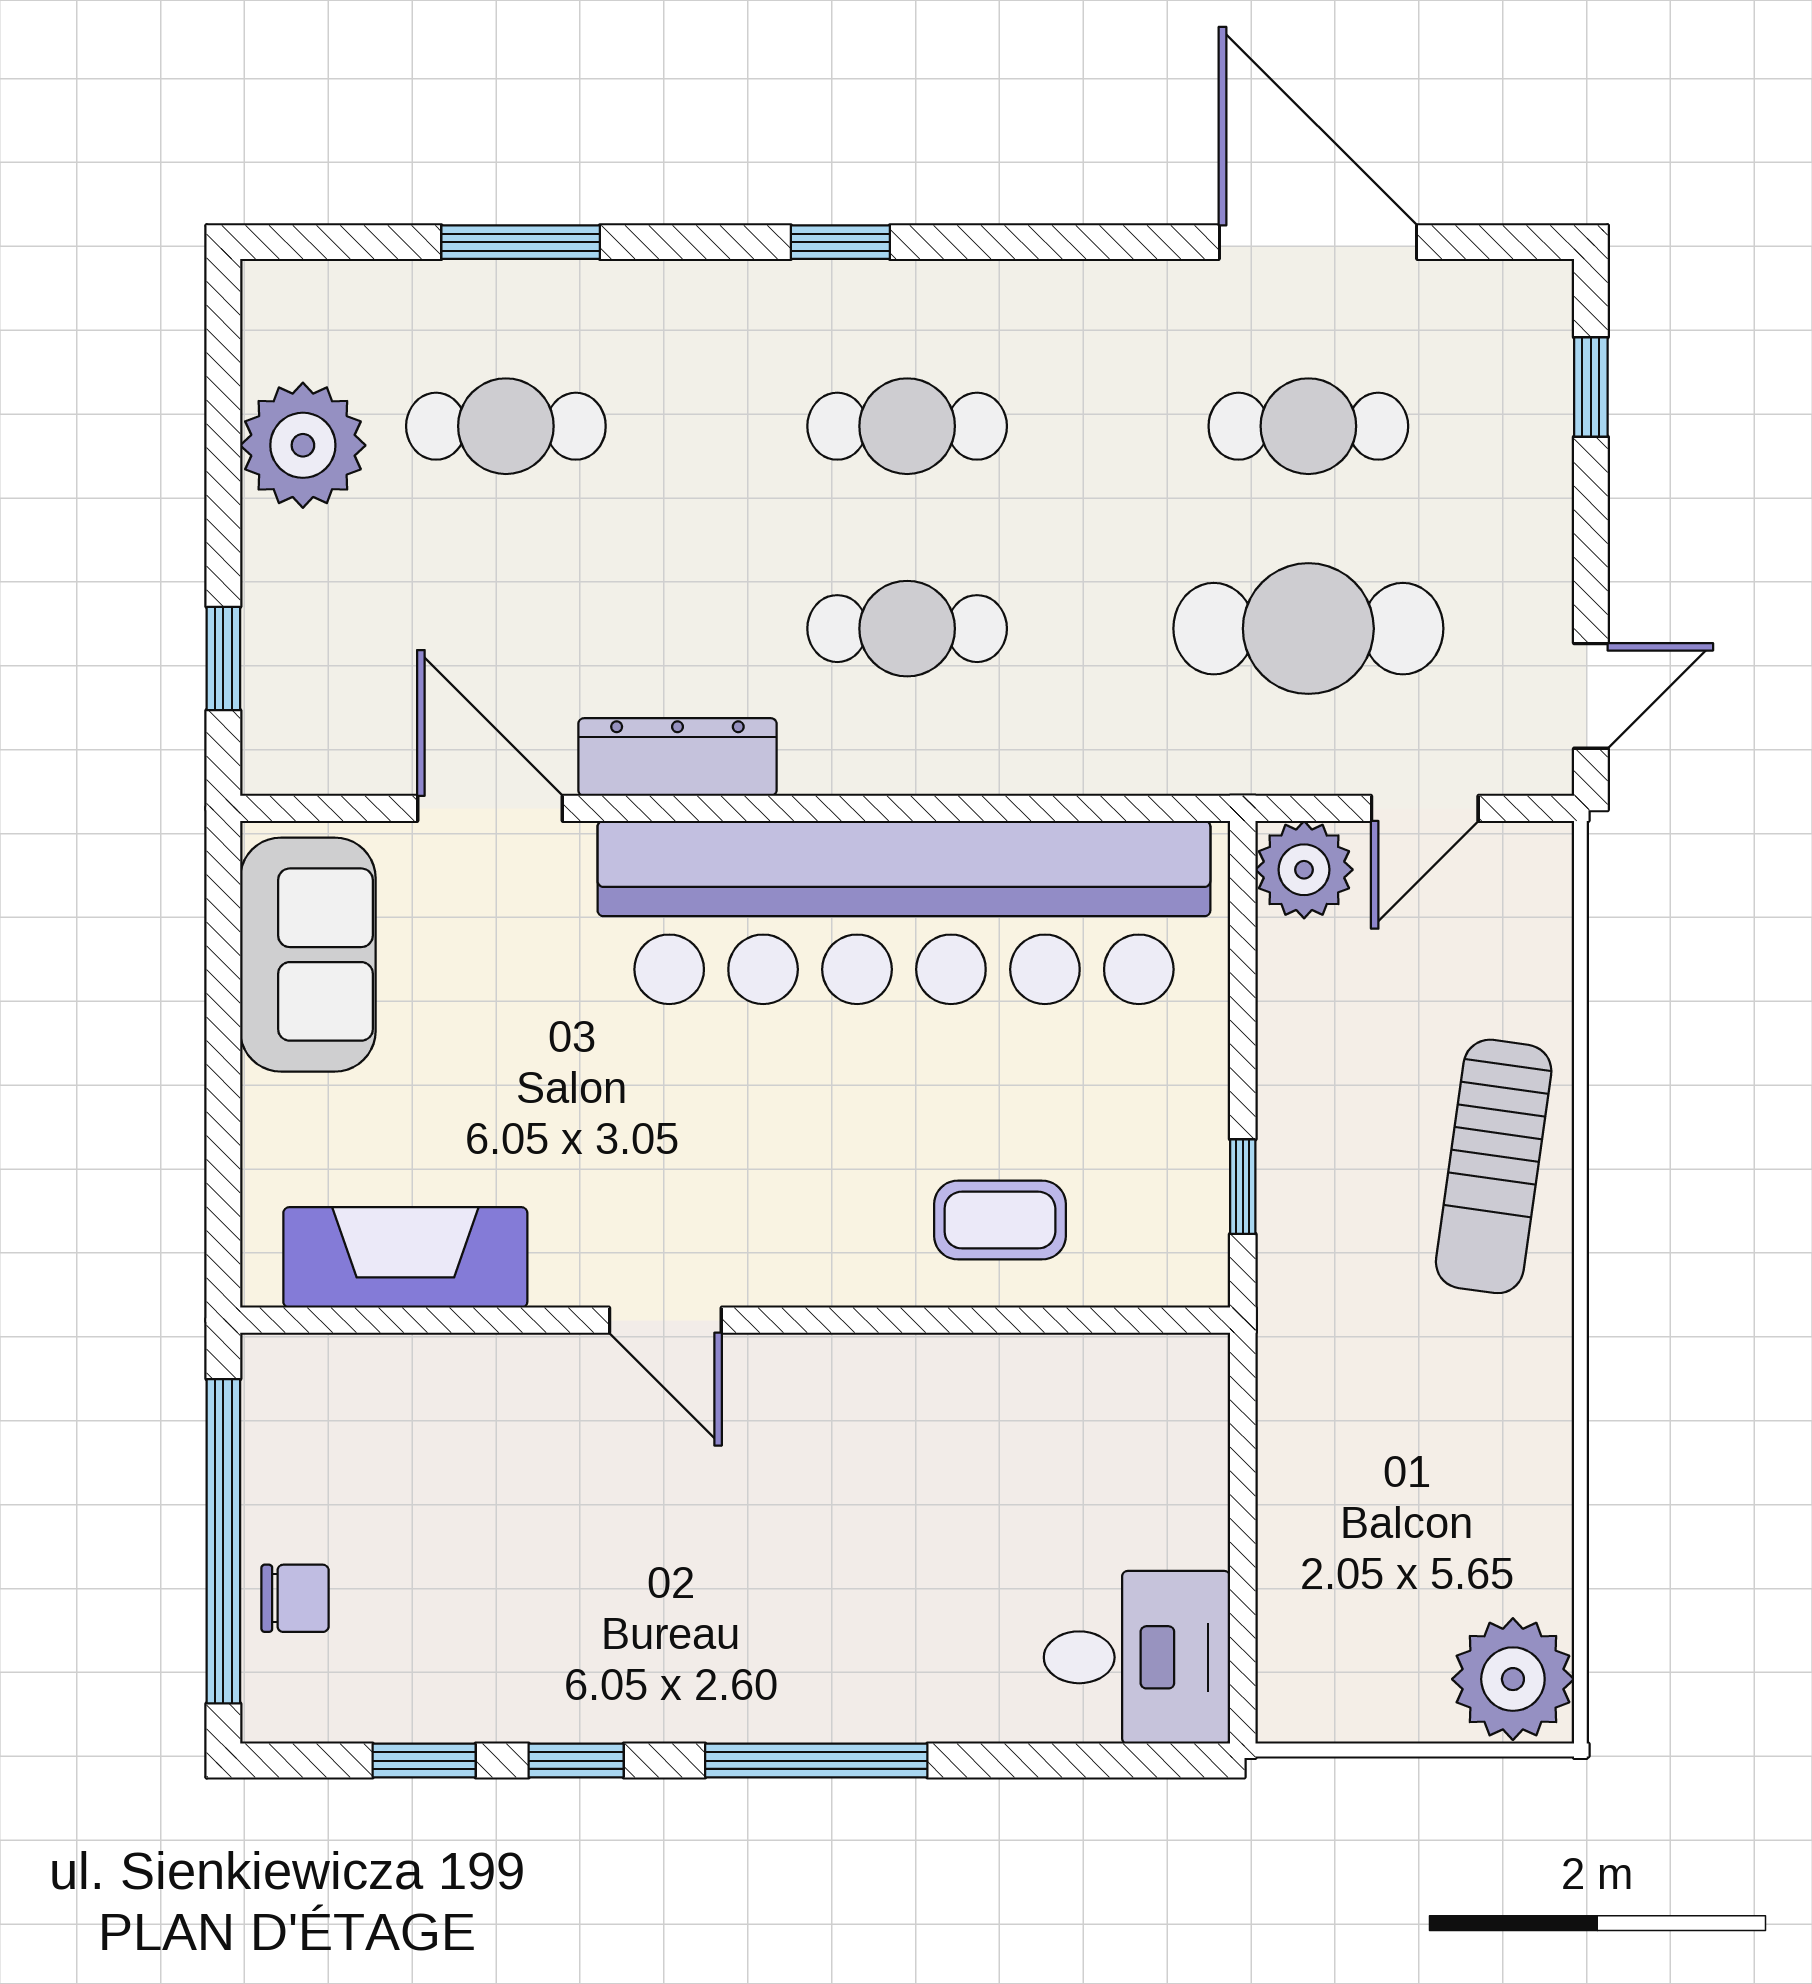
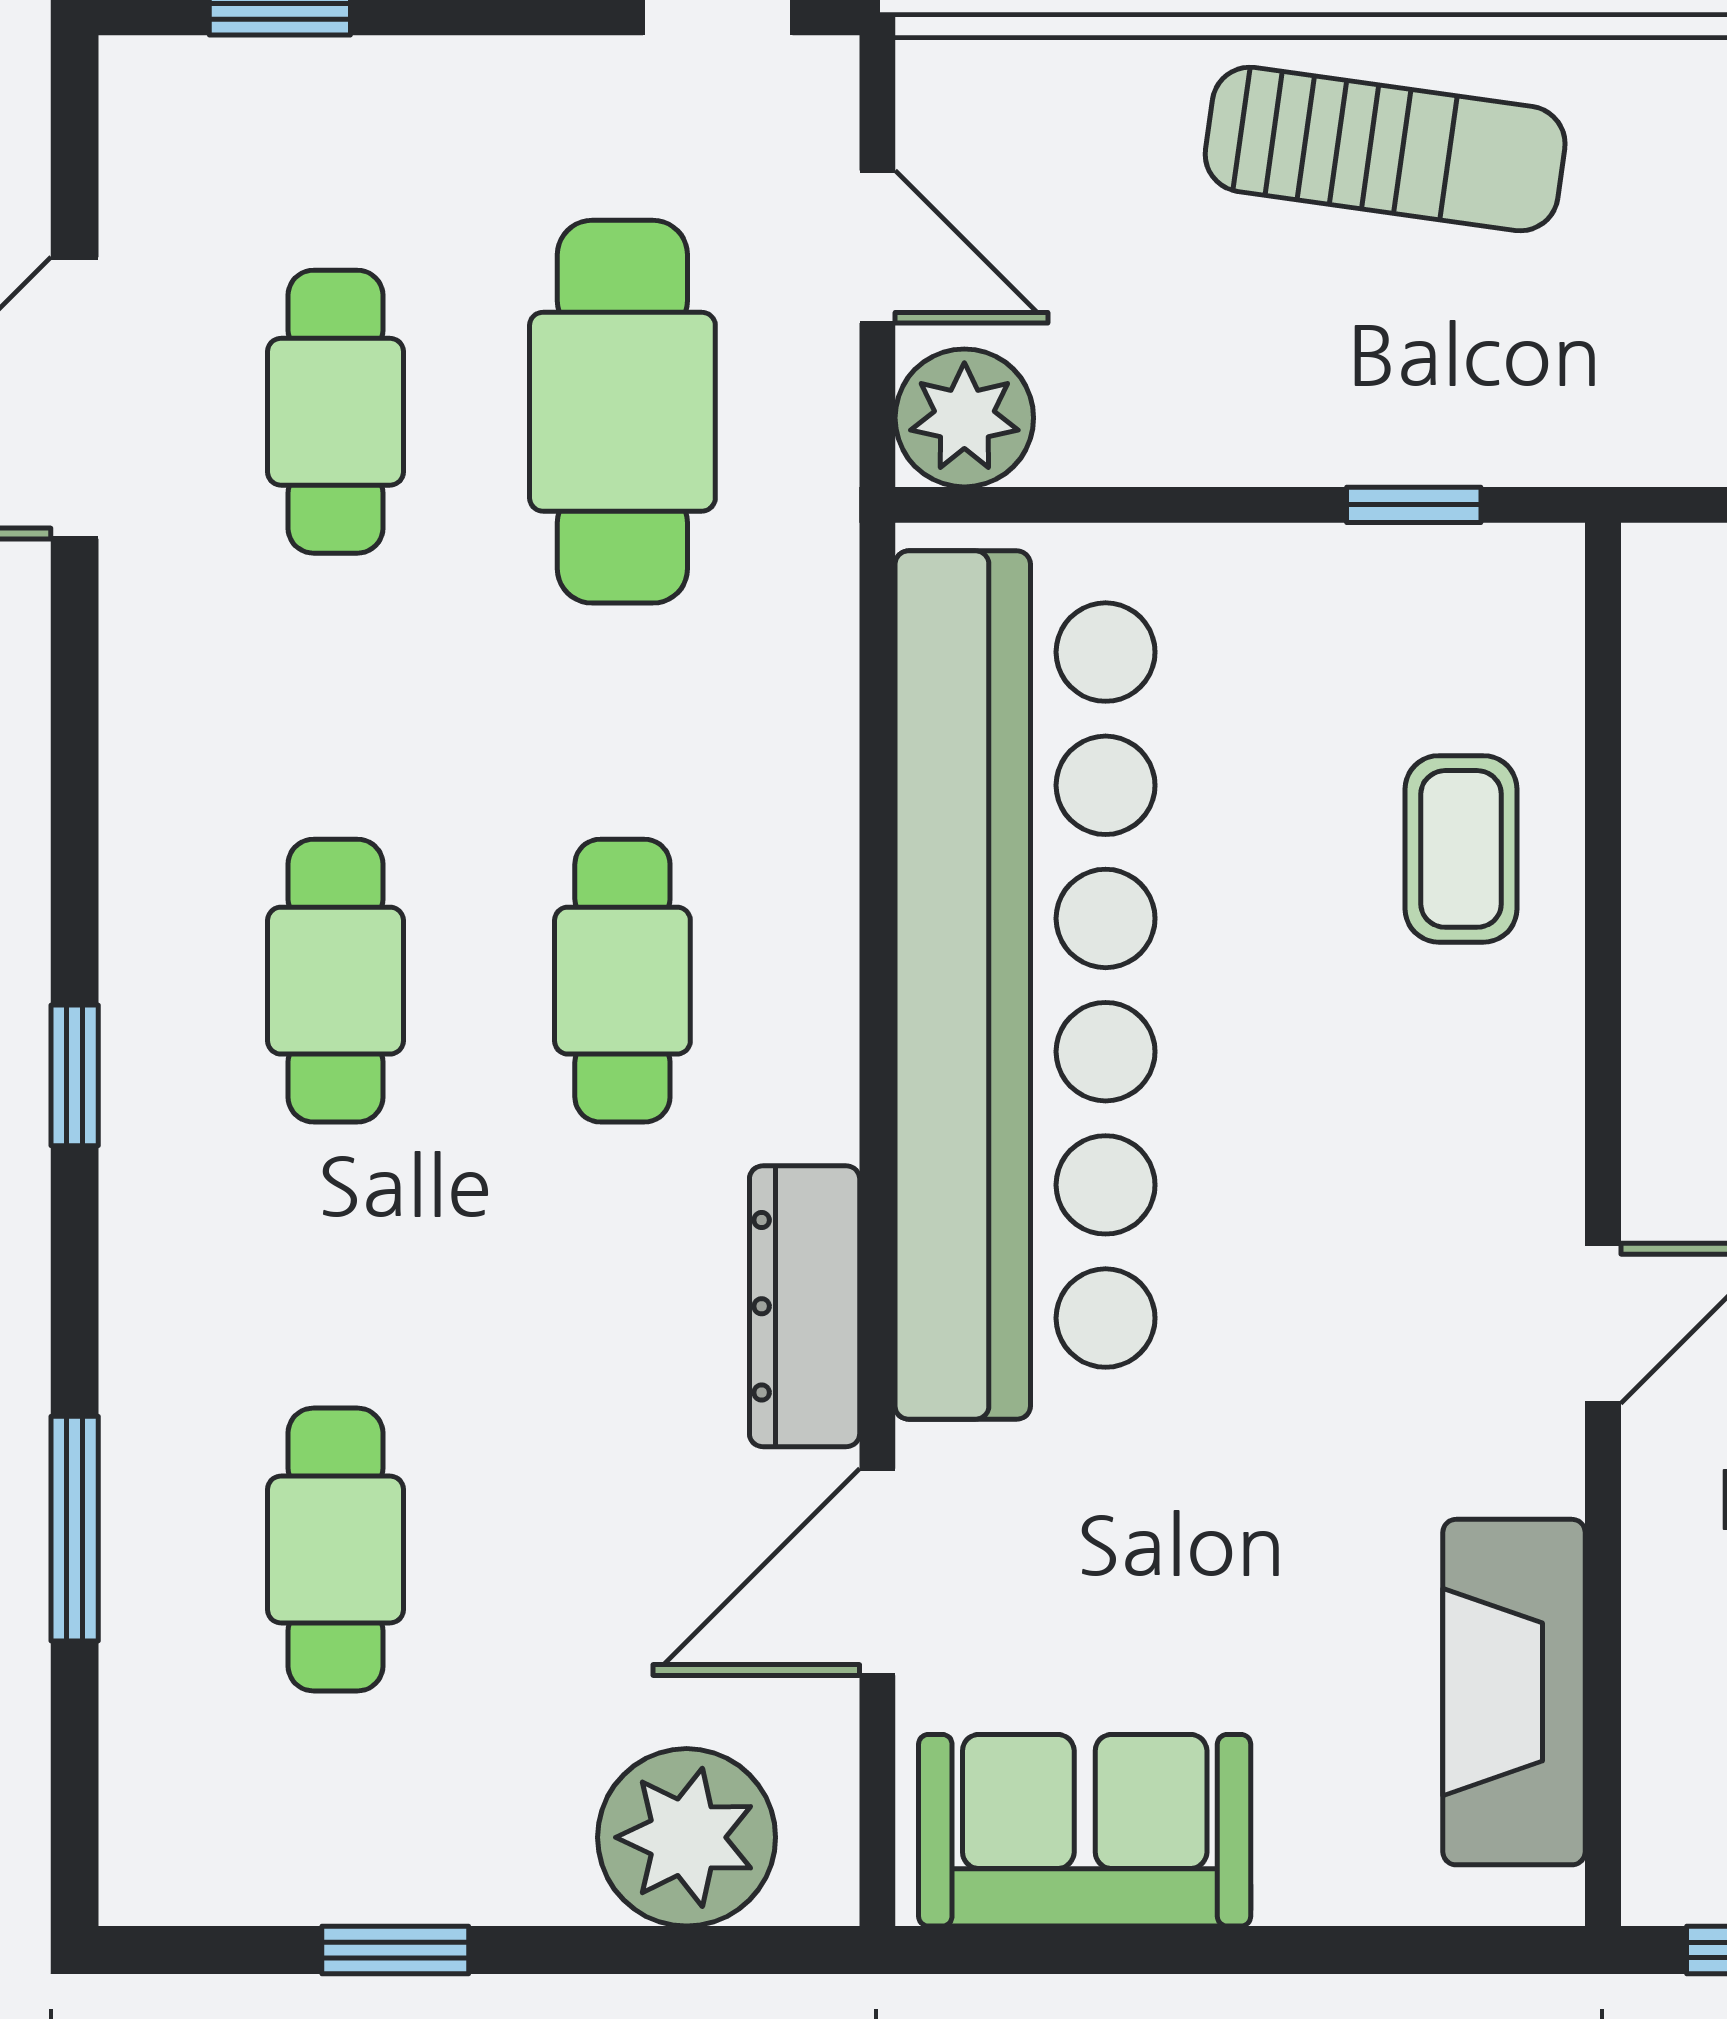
plant: (303, 445) -> (687, 1837), moved
window: (223, 659) -> (395, 1950), moved

